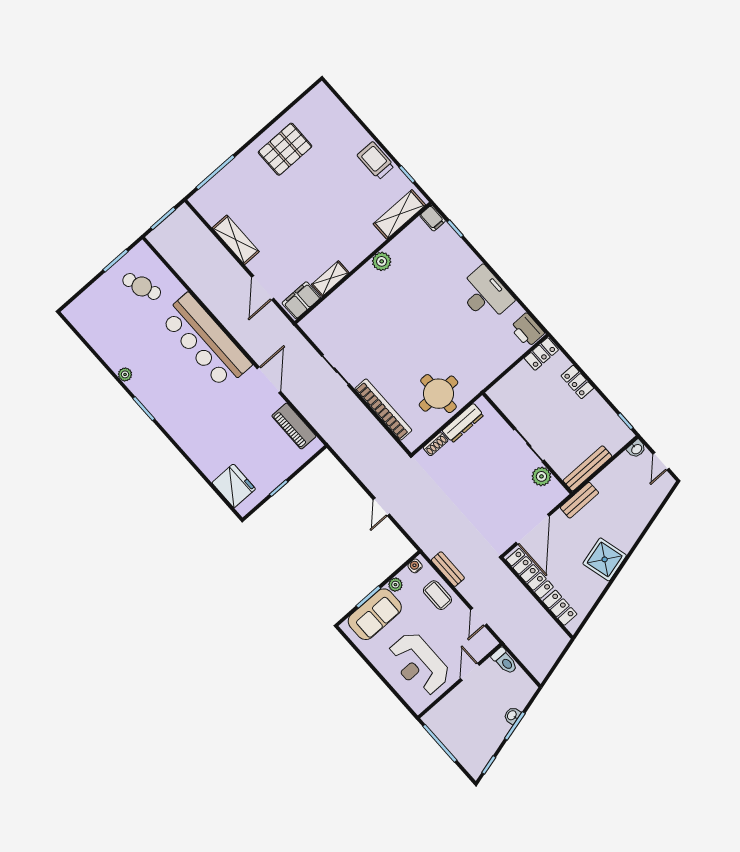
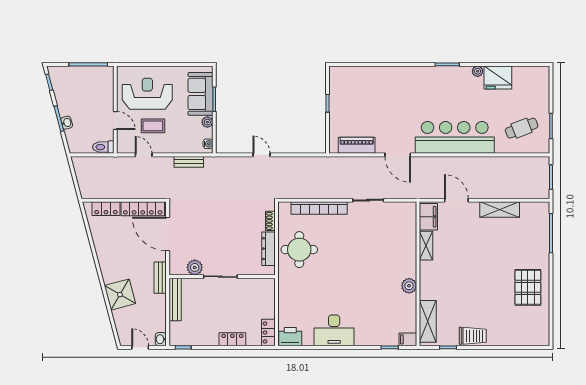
fridge: (234, 486) -> (498, 77), moved
shower: (605, 559) -> (120, 295), moved
coffee table: (437, 595) -> (153, 126), moved

